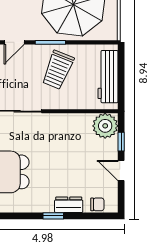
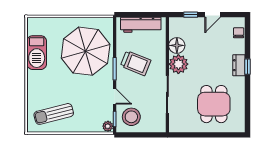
floor lamp: (81, 124) -> (177, 45), added
plant: (105, 126) -> (178, 64), moved
dresser: (69, 205) -> (239, 65), moved

